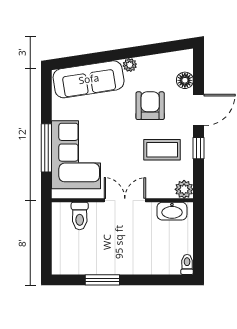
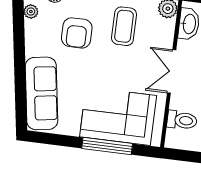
plant: (130, 65) -> (31, 12), moved
armchair: (150, 106) -> (77, 33), turned -90

